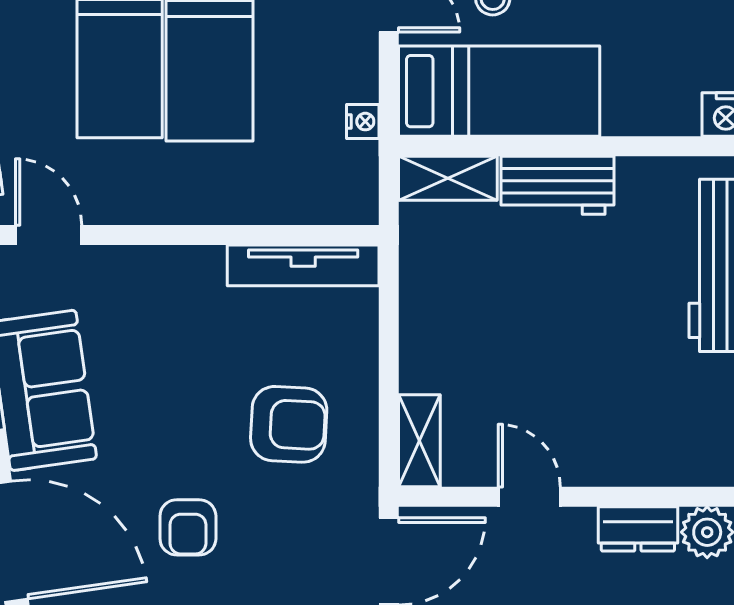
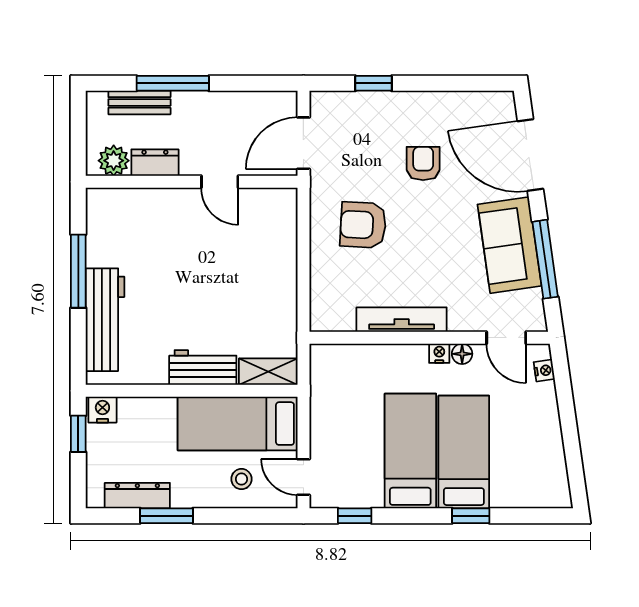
nightstand: (363, 122) -> (439, 353), moved, turned 90
floor lamp: (123, 208) -> (462, 354), added
tv unit: (303, 265) -> (402, 320), moved
shelving: (419, 441) -> (285, 215), removed

